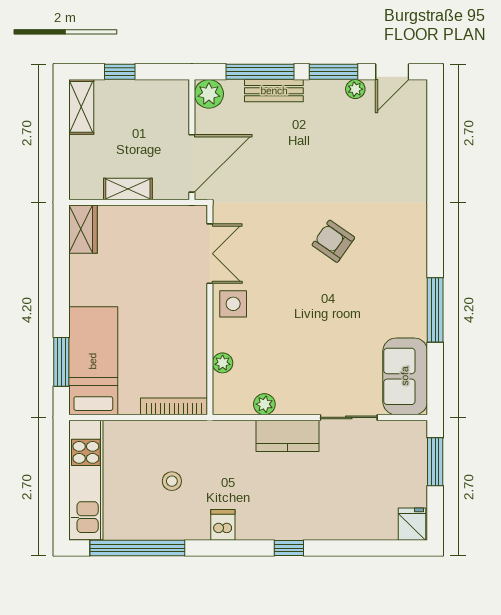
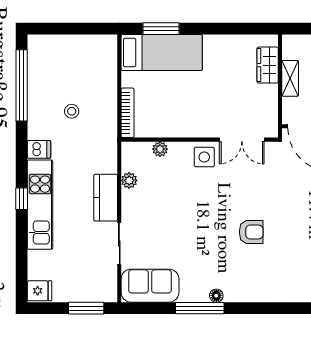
wardrobe: (83, 229) -> (268, 65), moved, turned 90
armchair: (333, 241) -> (251, 232), turned 55
floor lamp: (418, 288) -> (216, 296), added
kitchen unit: (86, 480) -> (40, 205), moved, turned -90

